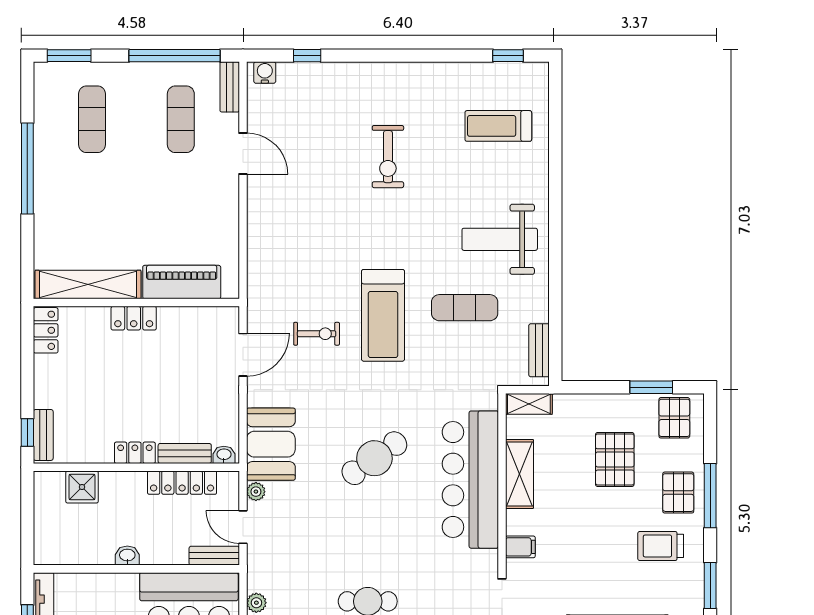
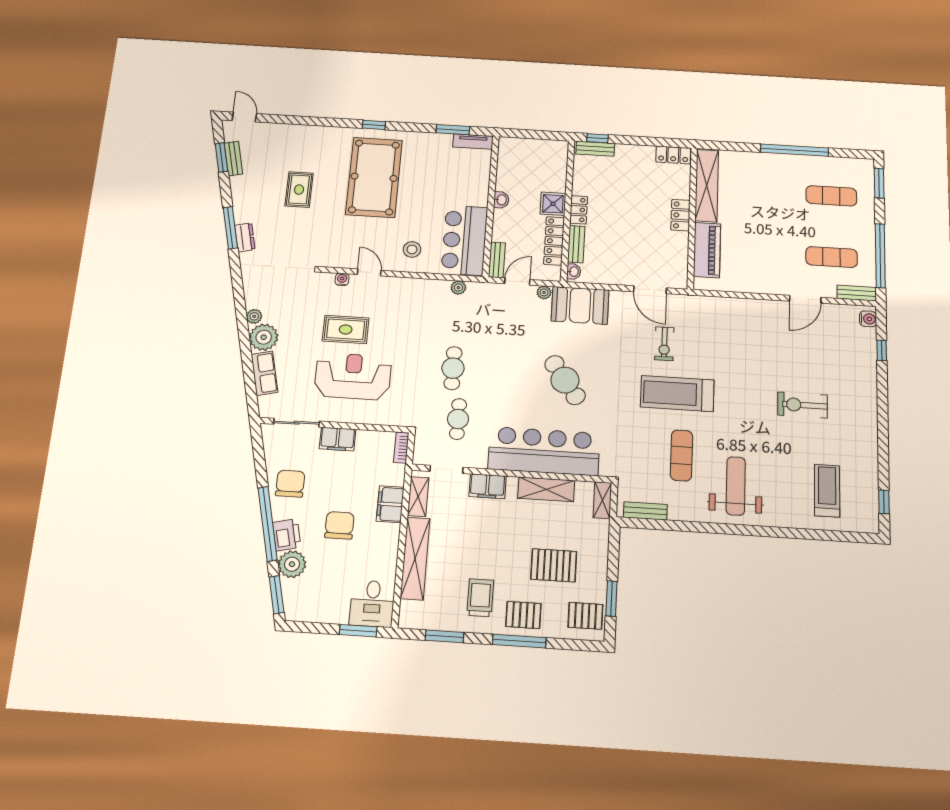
shower: (82, 487) -> (553, 204), moved
filing cabinet: (520, 547) -> (487, 486), width x2.00
cafe table: (435, 590) -> (458, 419), added

